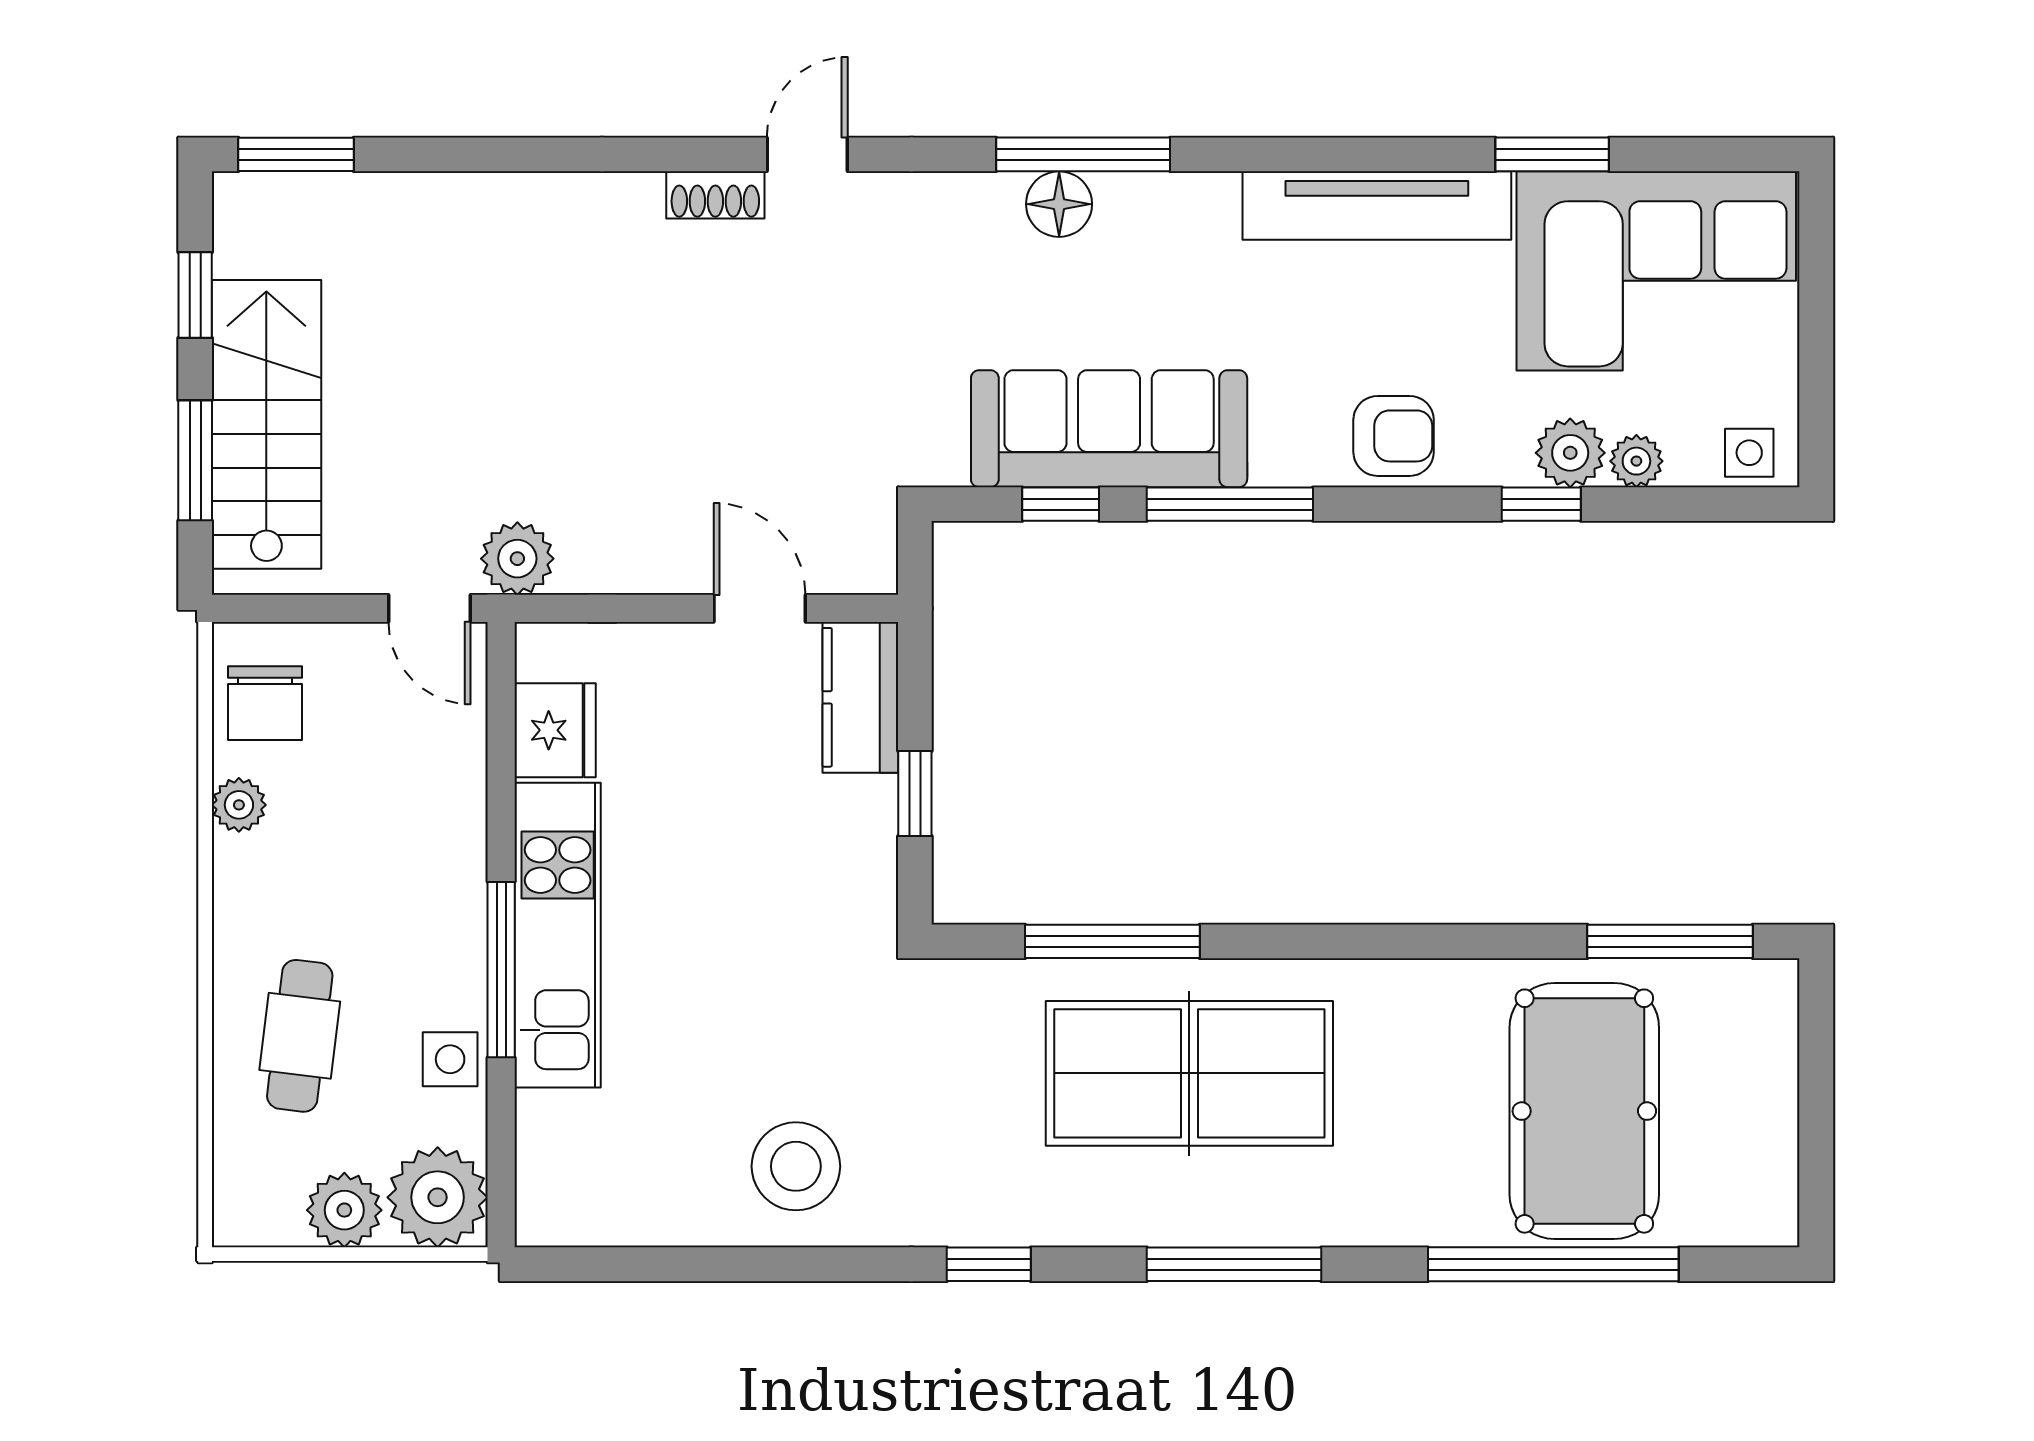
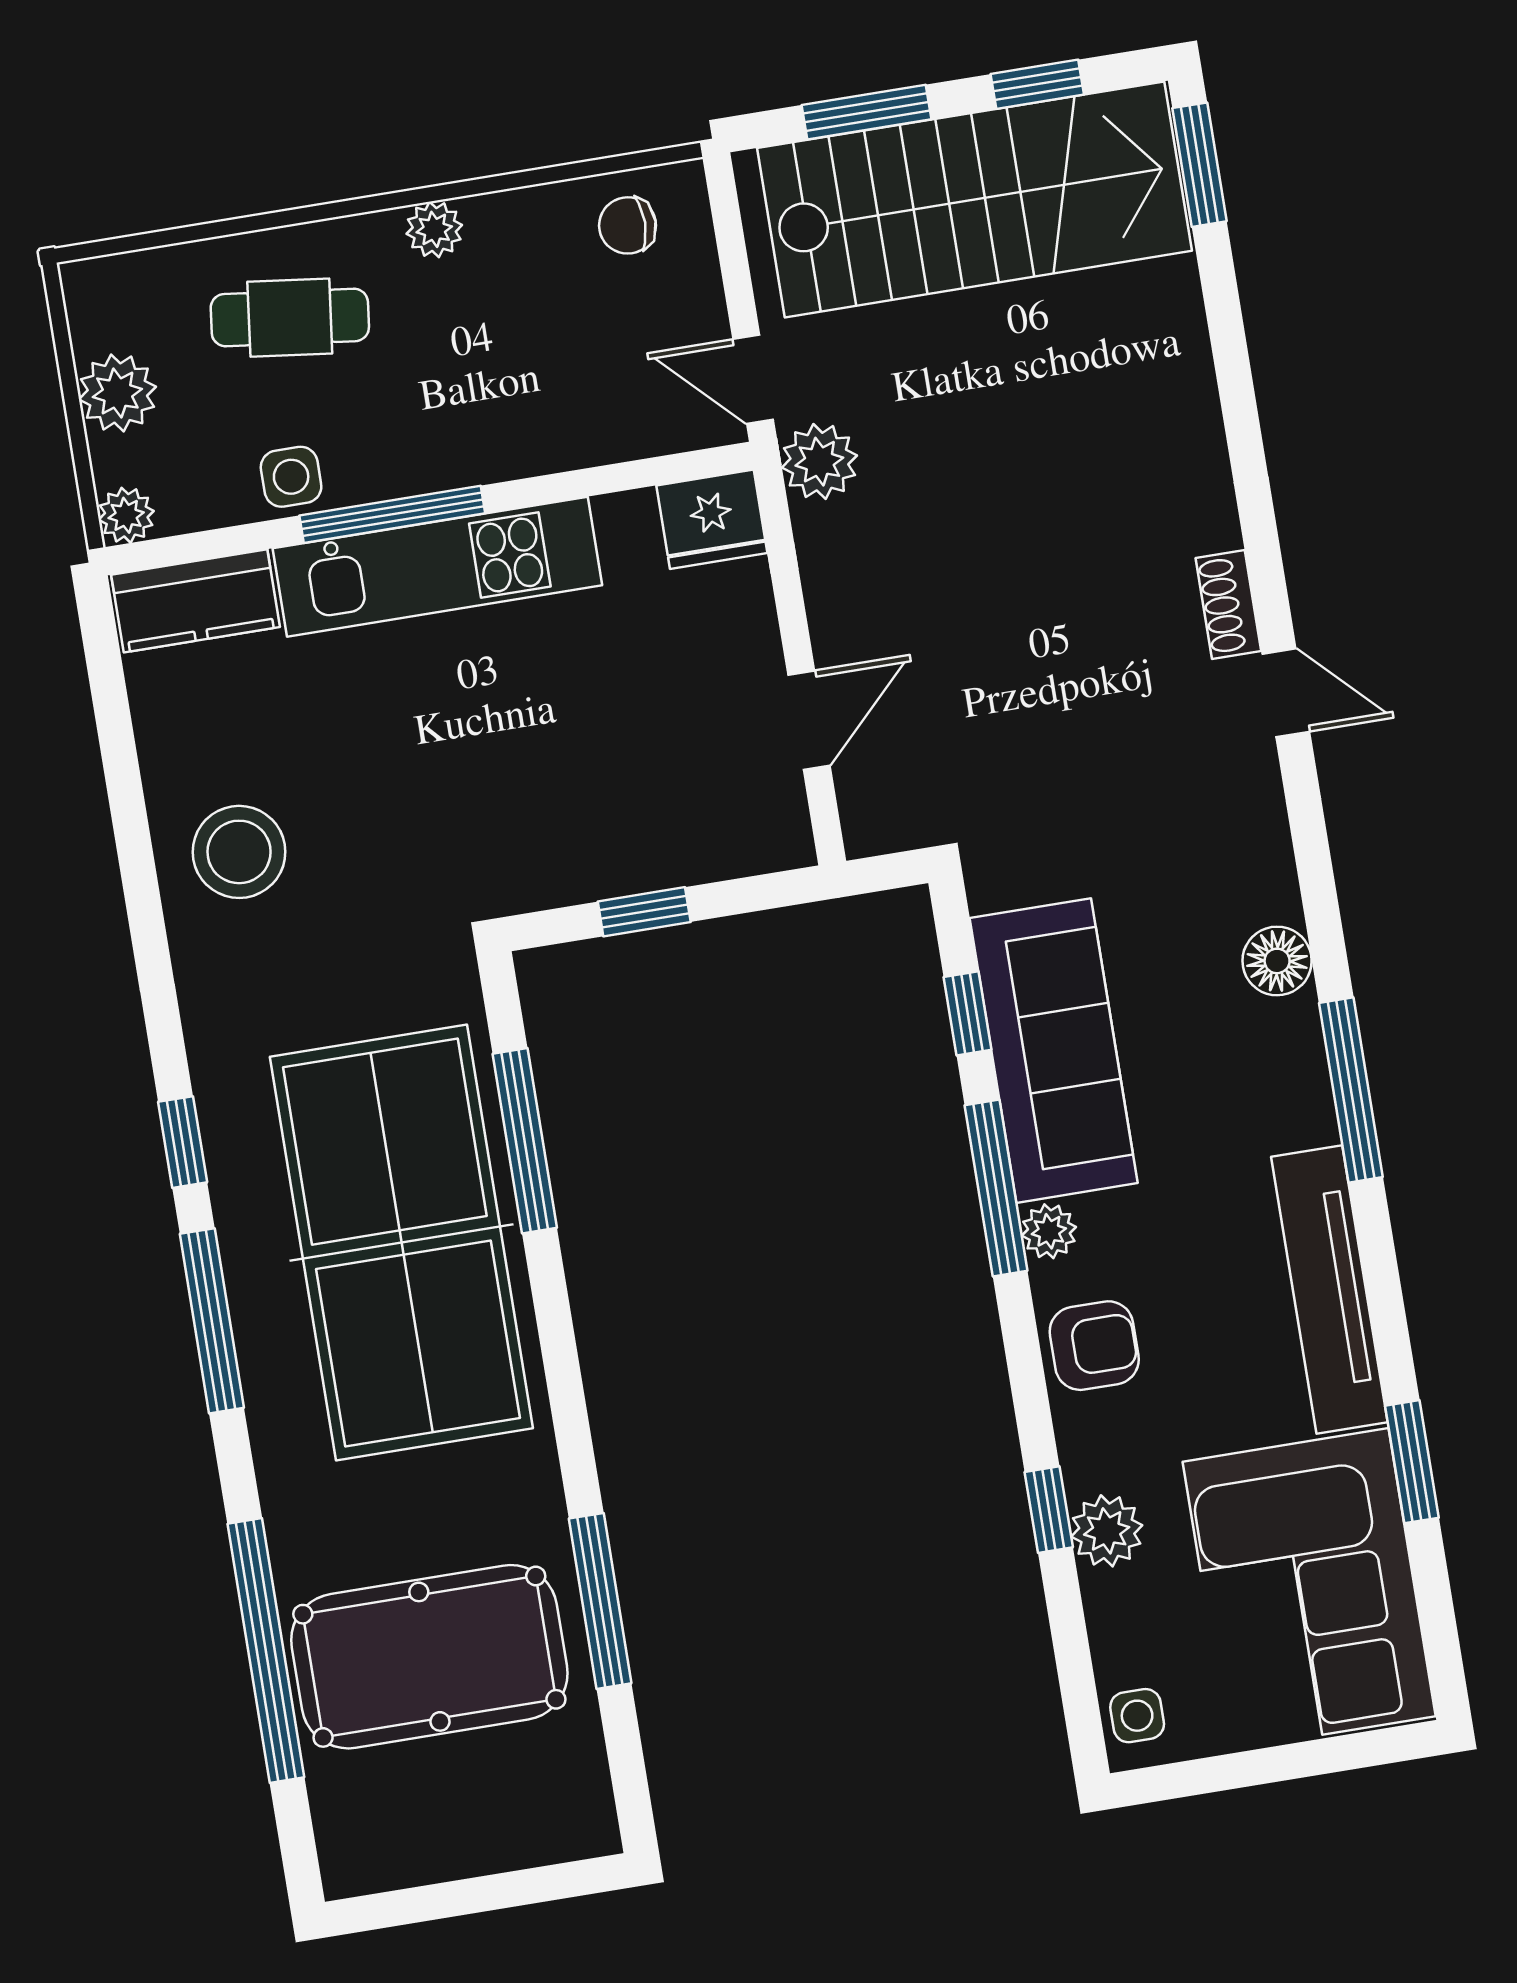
window: (1083, 154) -> (1351, 1090), moved
stairs: (266, 424) -> (975, 199), width x1.36, depth x1.51
armchair: (1394, 436) -> (1094, 1346), turned -90
plant: (1636, 461) -> (1049, 1231), moved
door: (430, 608) -> (753, 379), hinge flipped
kitchen counter: (860, 697) -> (196, 601), moved, turned 180
chair: (265, 703) -> (628, 225), width x0.73, depth x0.73
fridge: (555, 730) -> (712, 519), moved
plant: (239, 805) -> (434, 229), moved
window: (1670, 941) -> (600, 1601), moved
table tennis table: (1189, 1073) -> (401, 1243), width x1.36, depth x1.32
plant: (438, 1197) -> (126, 515), width x0.53, depth x0.53
window: (989, 1264) -> (183, 1142), moved

